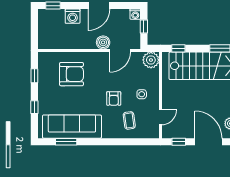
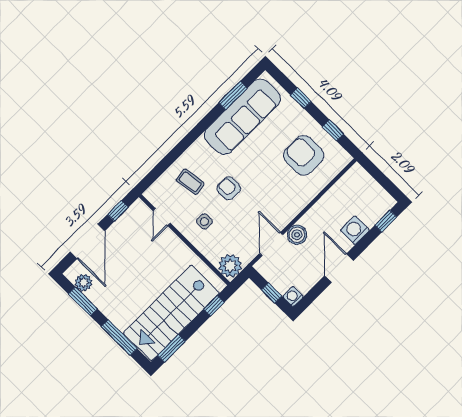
armchair: (72, 74) -> (304, 155), moved, turned 90
door: (209, 142) -> (87, 241), hinge flipped

